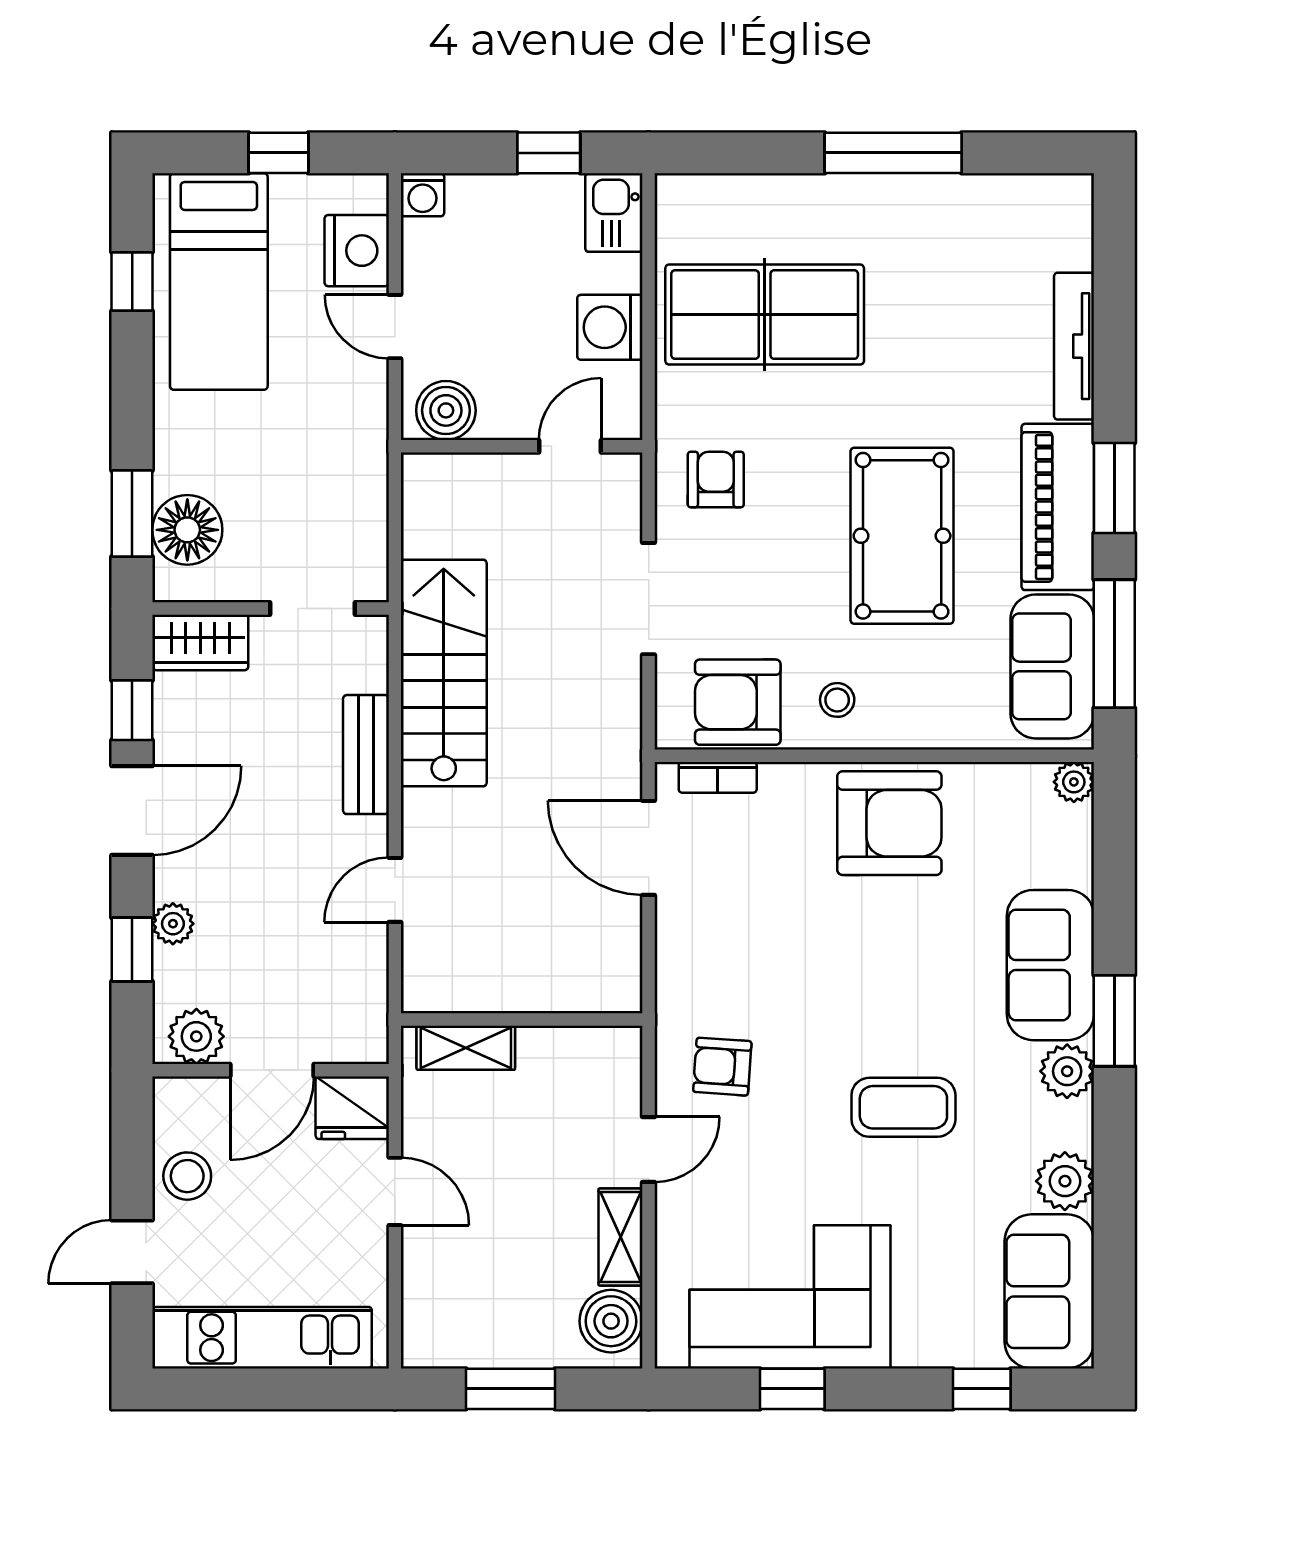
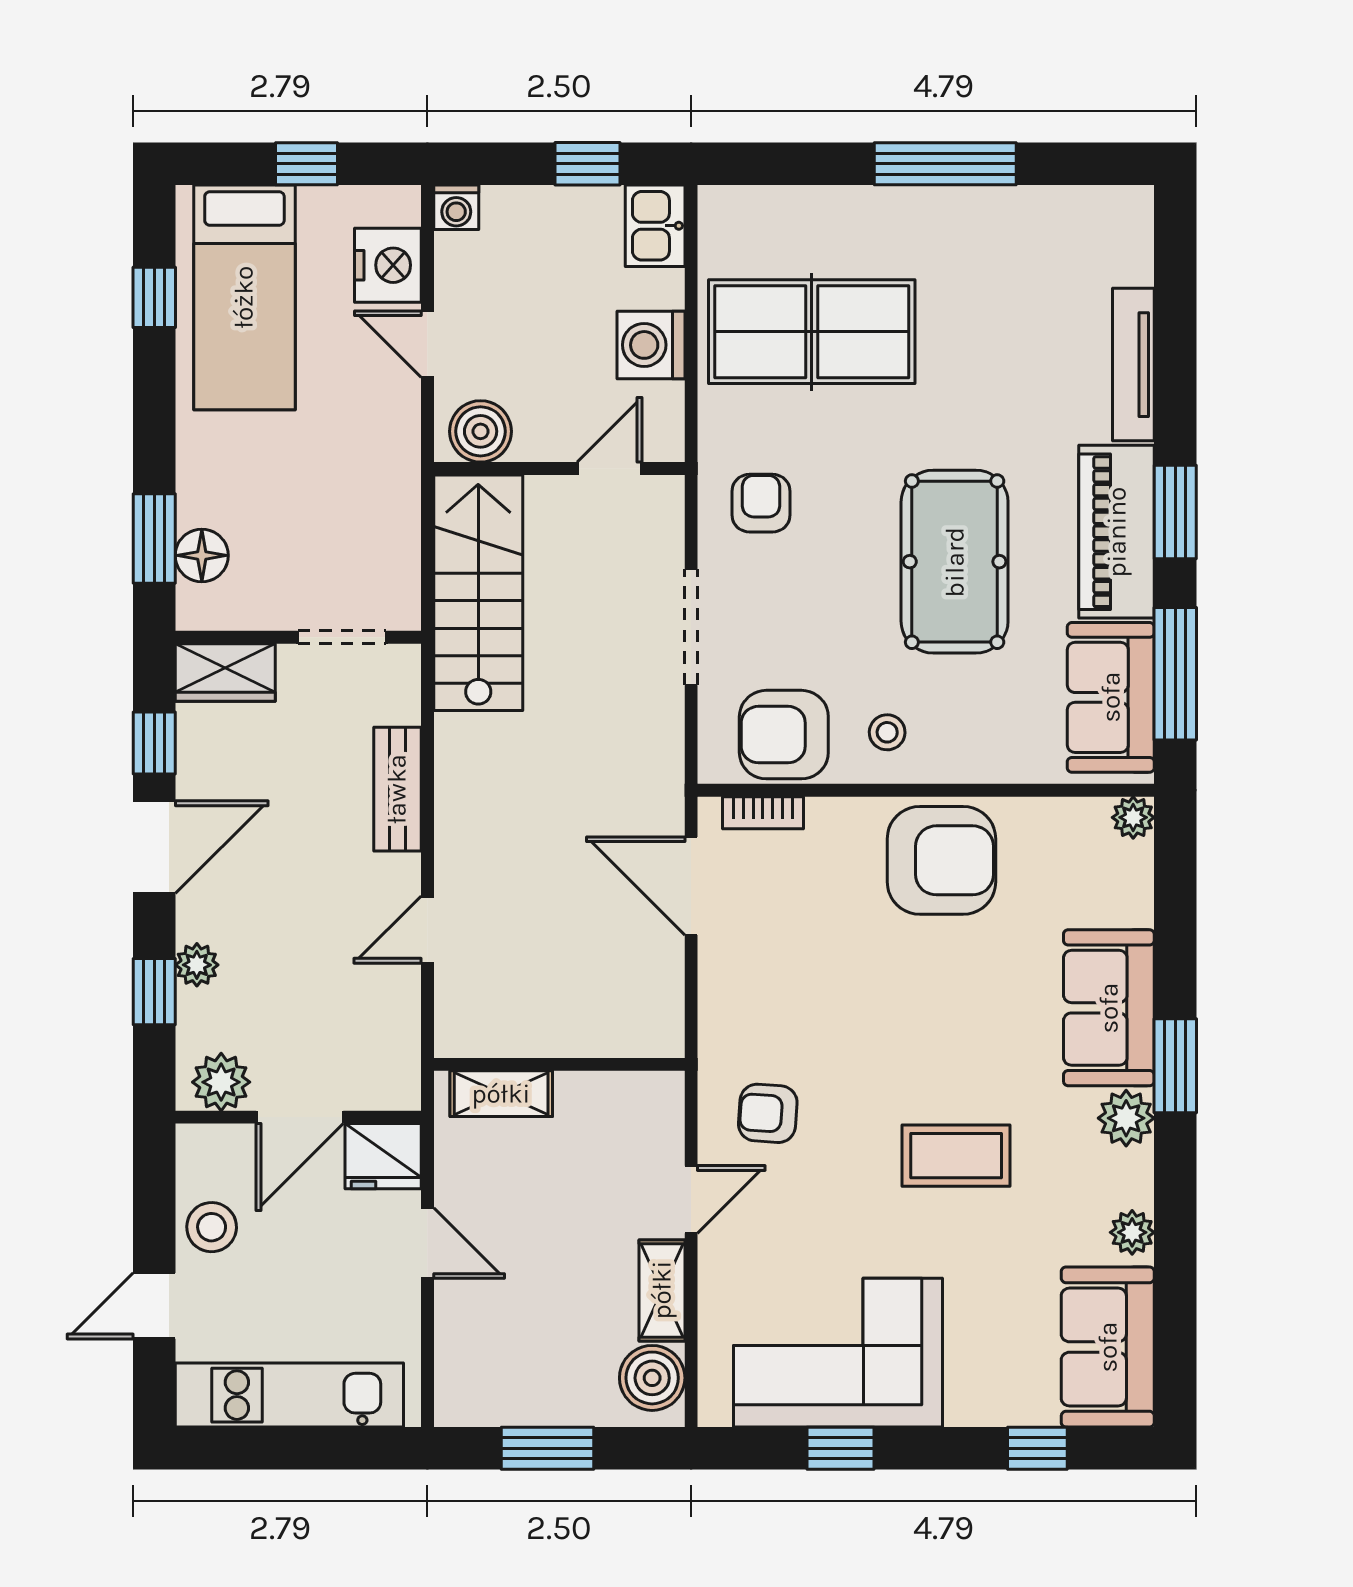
floor lamp: (187, 530) -> (202, 555), width x0.73, depth x0.73
stairs: (444, 673) -> (478, 593), moved
plant: (1065, 1181) -> (1132, 1232), width x0.73, depth x0.73

